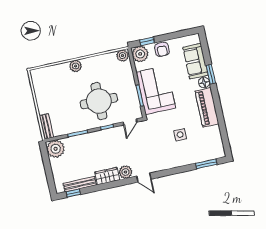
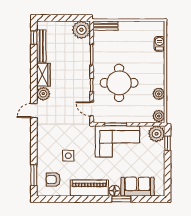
armchair: (162, 49) -> (53, 180), moved
plant: (76, 66) -> (159, 94), moved
barbecue: (53, 70) -> (159, 44), added

